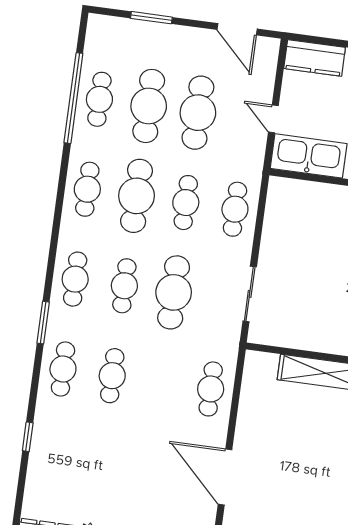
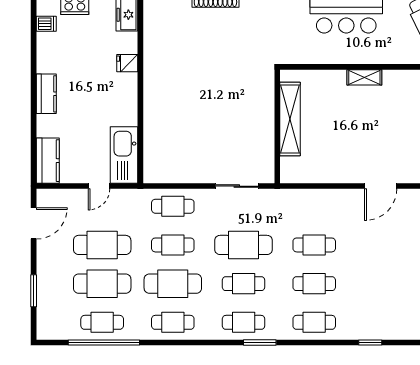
window: (43, 323) -> (260, 343), moved
cafe table: (211, 389) -> (314, 245), moved
door: (225, 477) -> (381, 186), width x0.73

